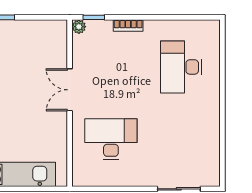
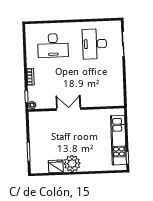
double door: (70, 90) -> (69, 109), swing flipped
desk: (111, 139) -> (95, 44), moved

